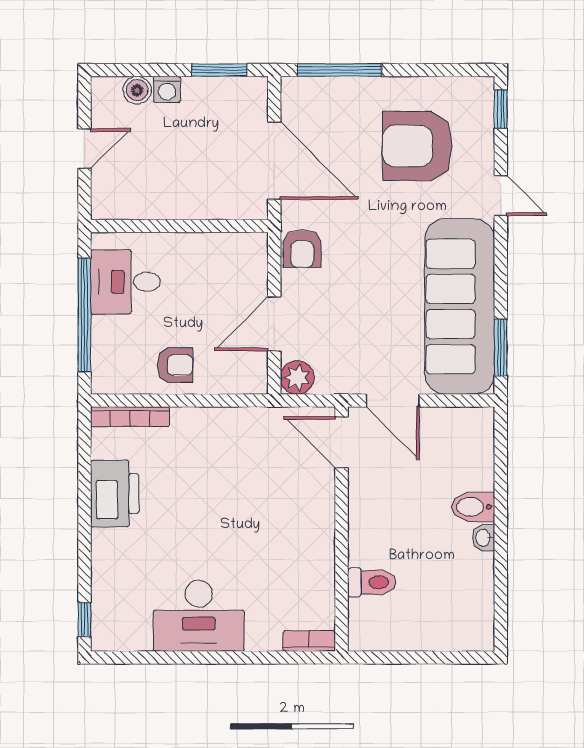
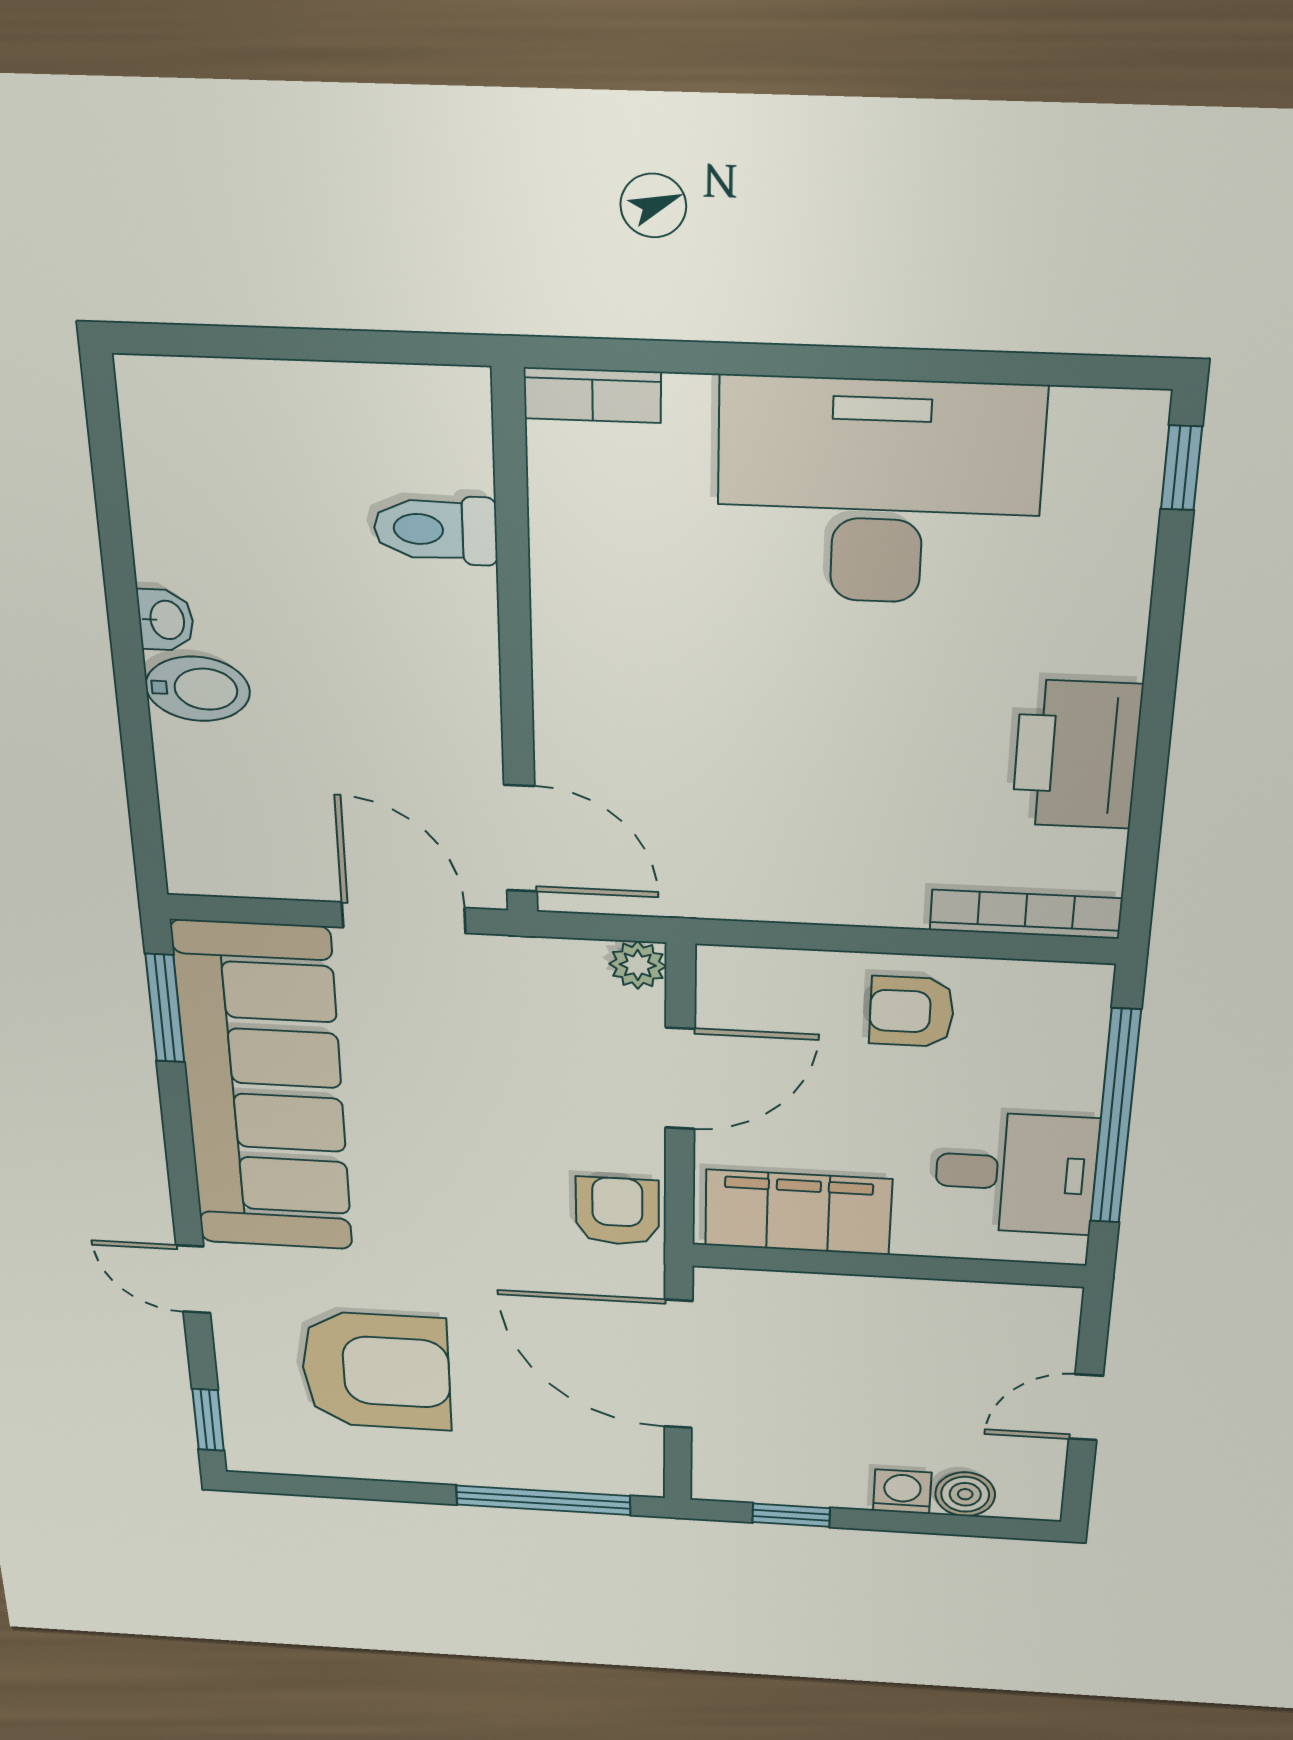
window: (219, 70) -> (791, 1515), width x0.67
filing cabinet: (221, 254) -> (798, 1212), added
plant: (297, 378) -> (638, 965), width x0.73, depth x0.73
desk: (199, 616) -> (879, 492), width x1.36, depth x1.30

